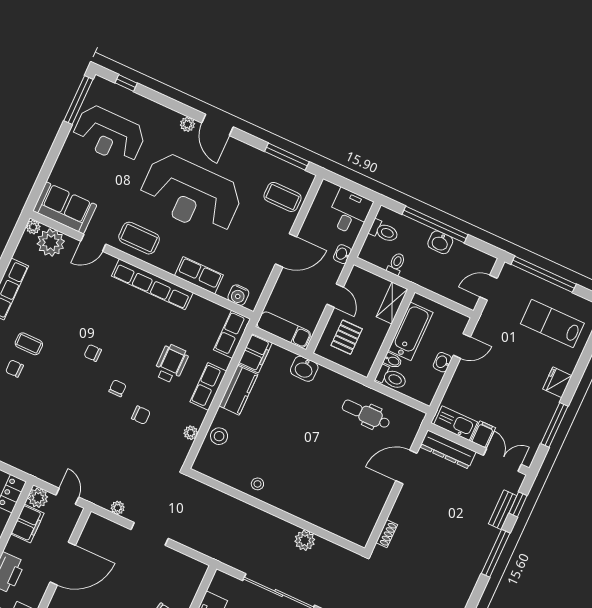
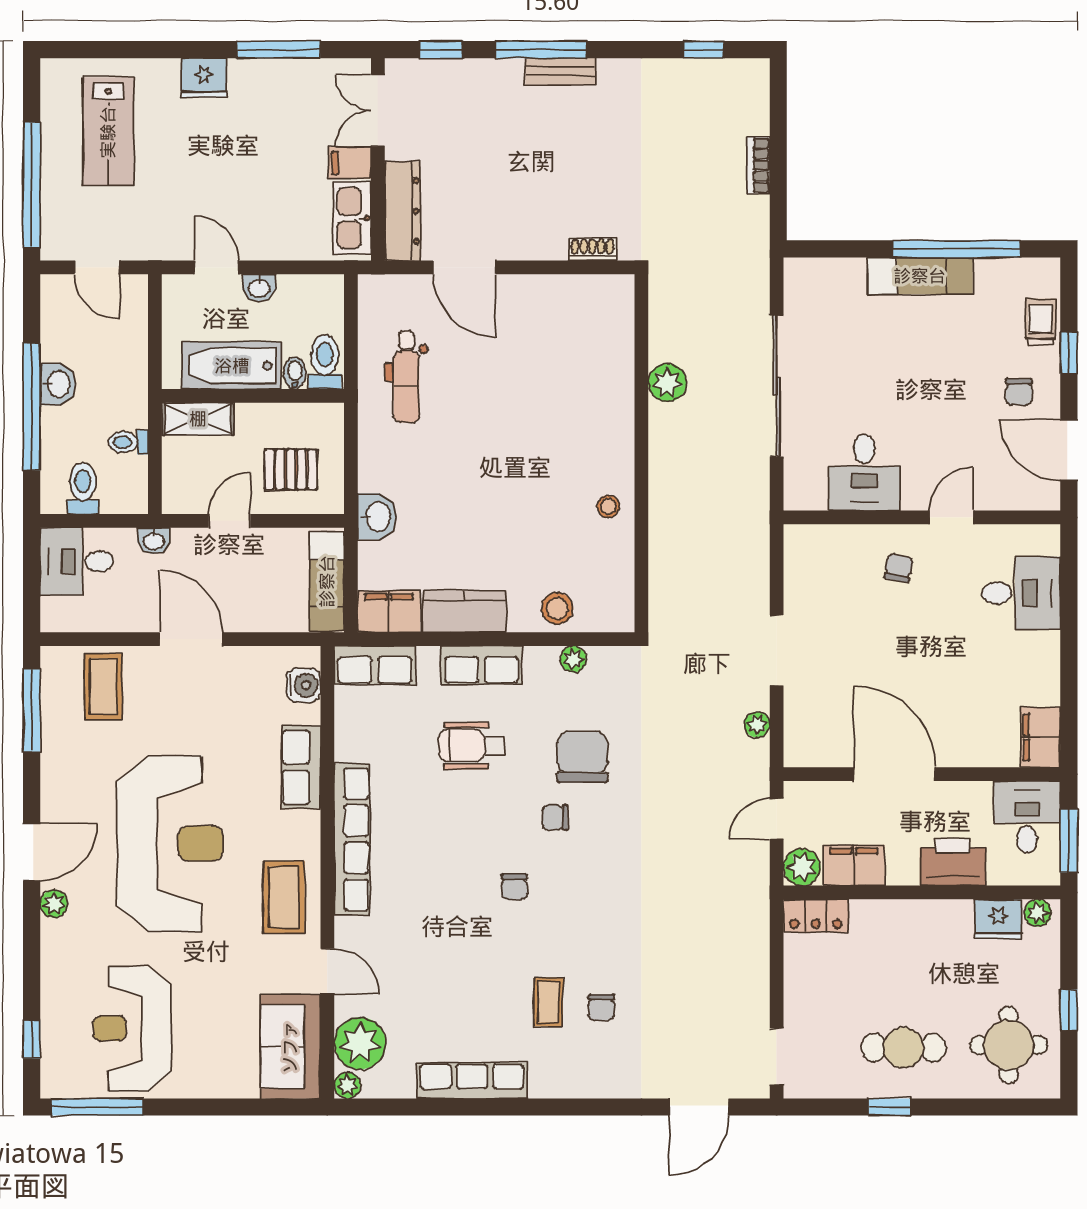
reception desk: (109, 135) -> (132, 1029), turned 180
chair: (141, 415) -> (582, 757), width x1.87, depth x1.87
bench: (503, 510) -> (560, 71), moved

